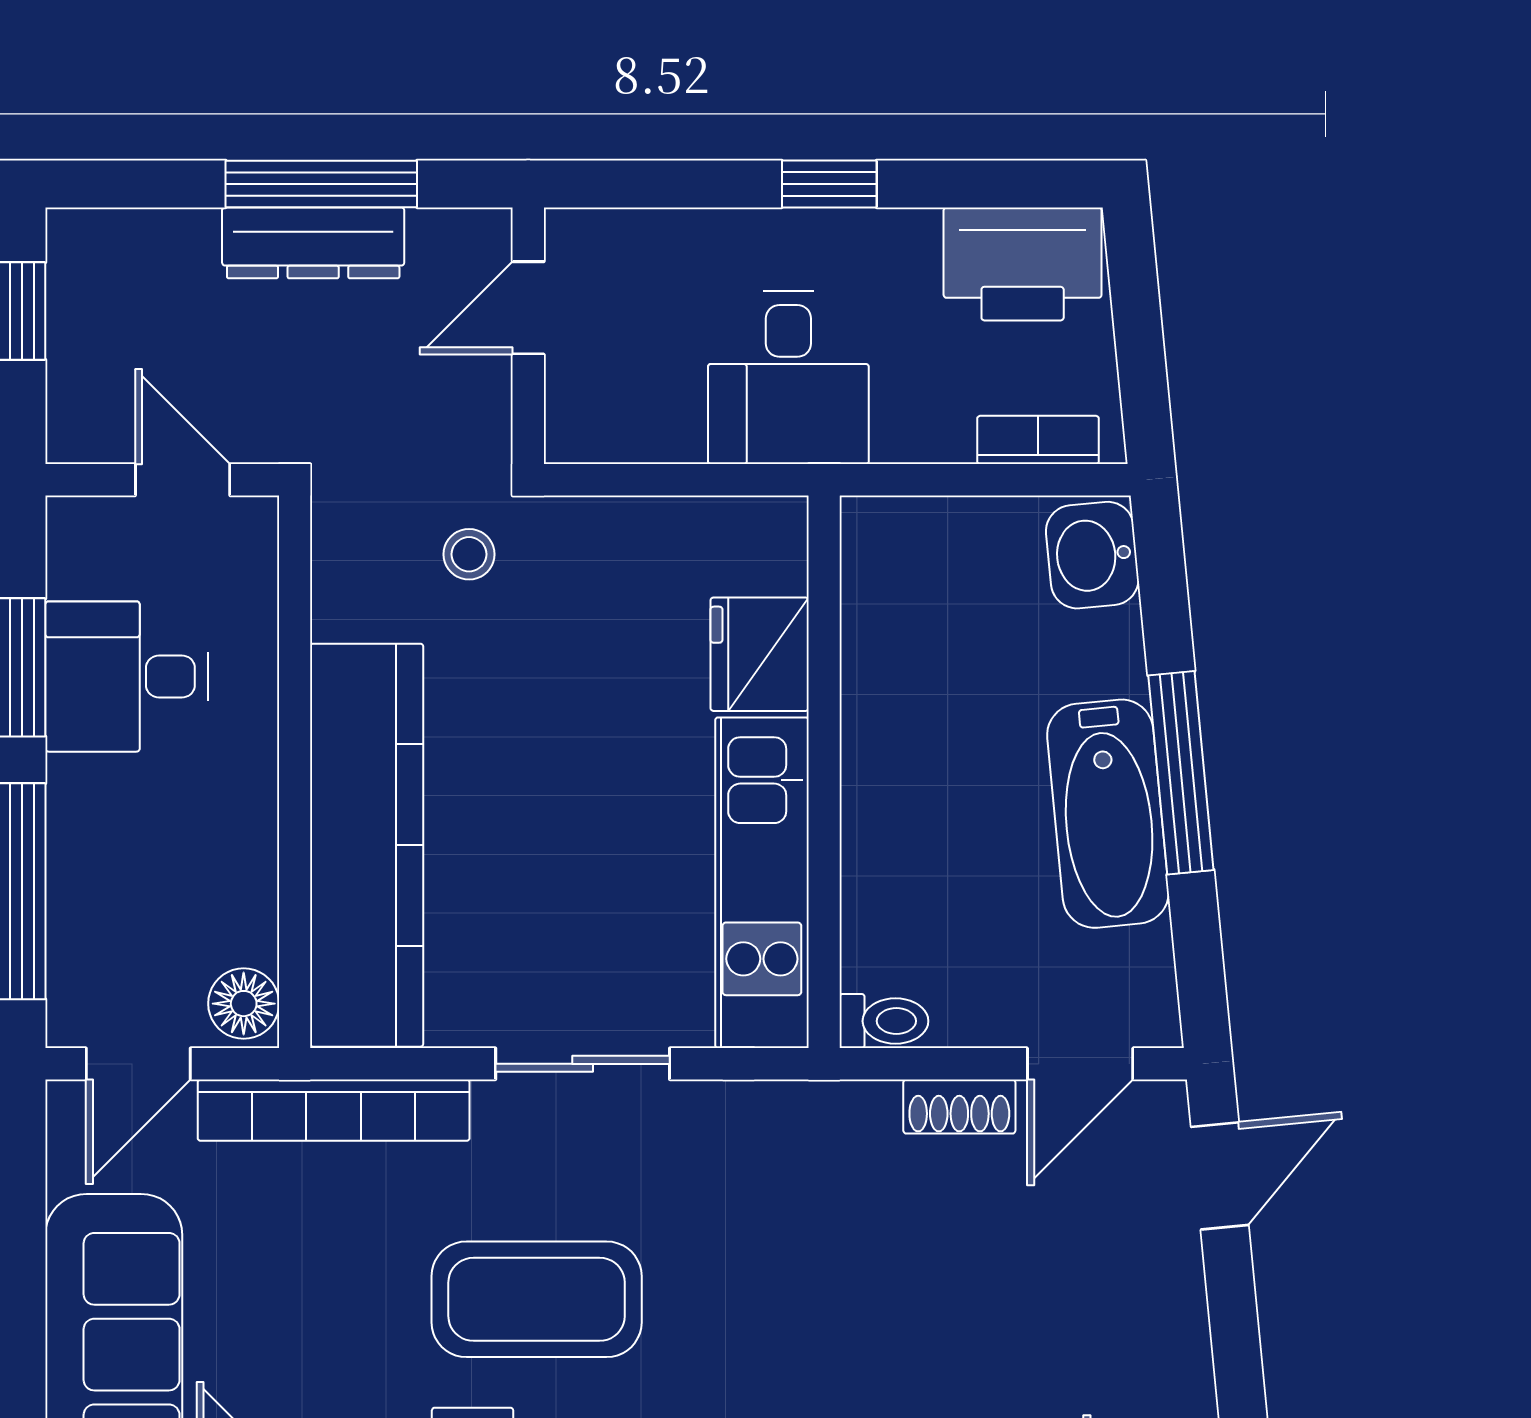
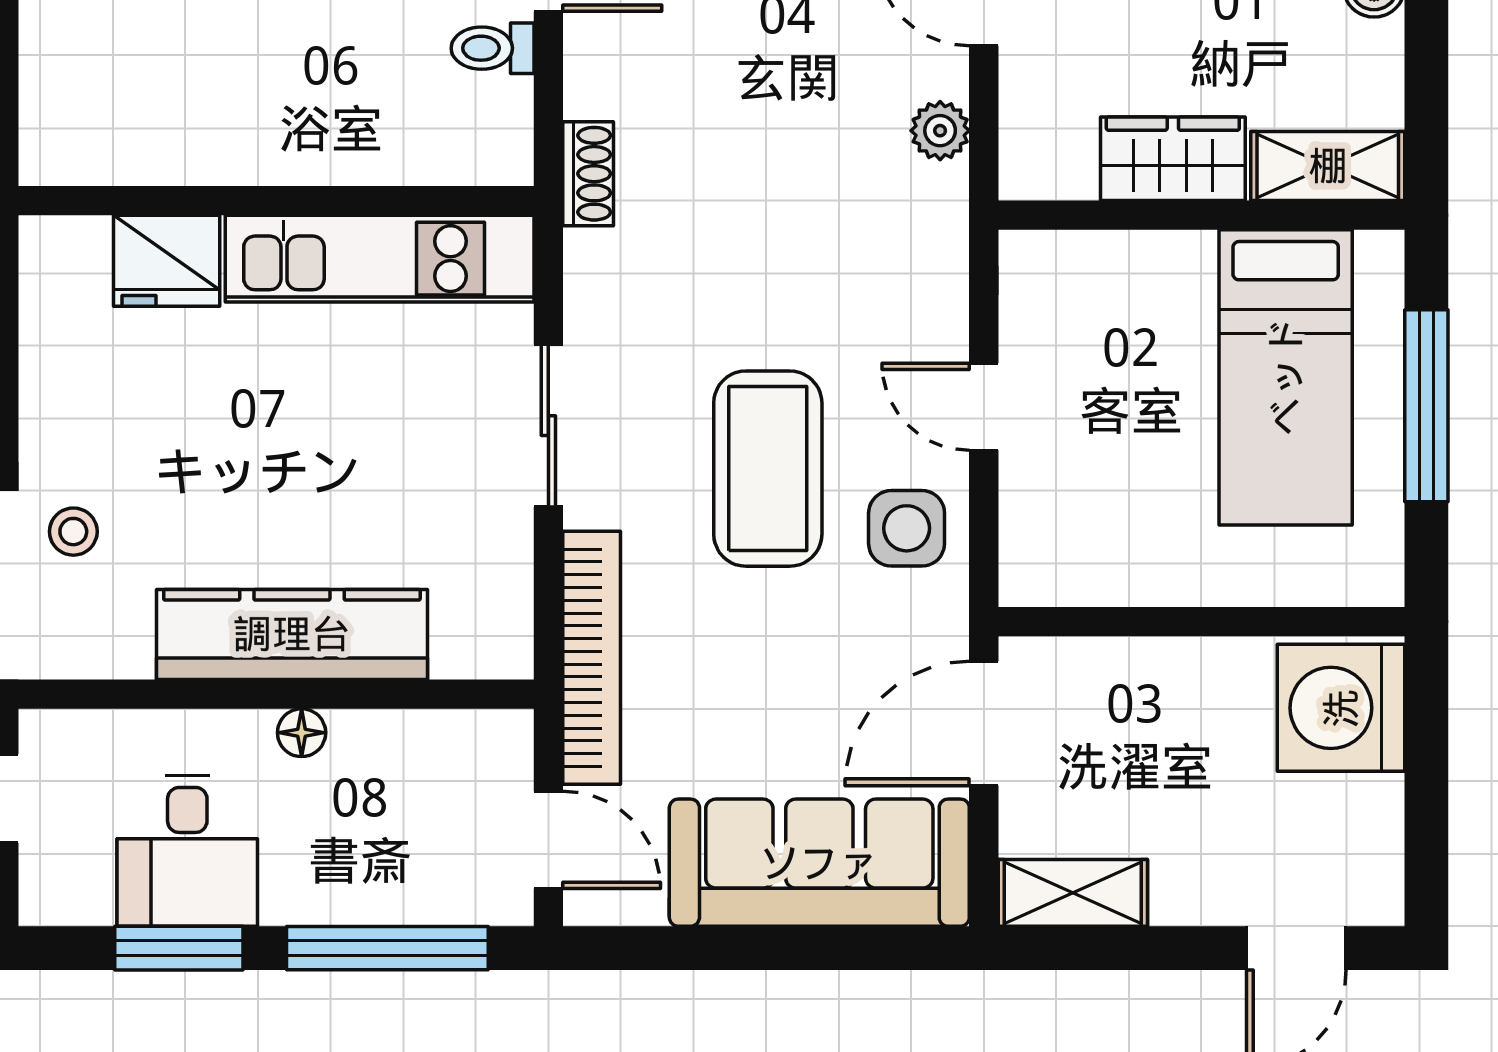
kitchen counter: (367, 845) -> (292, 634), width x0.72, depth x0.86
floor lamp: (244, 1004) -> (302, 733), moved, width x0.73, depth x0.73
toilet: (884, 1021) -> (493, 48), moved, turned -90
shoe rack: (959, 1107) -> (588, 174), moved

